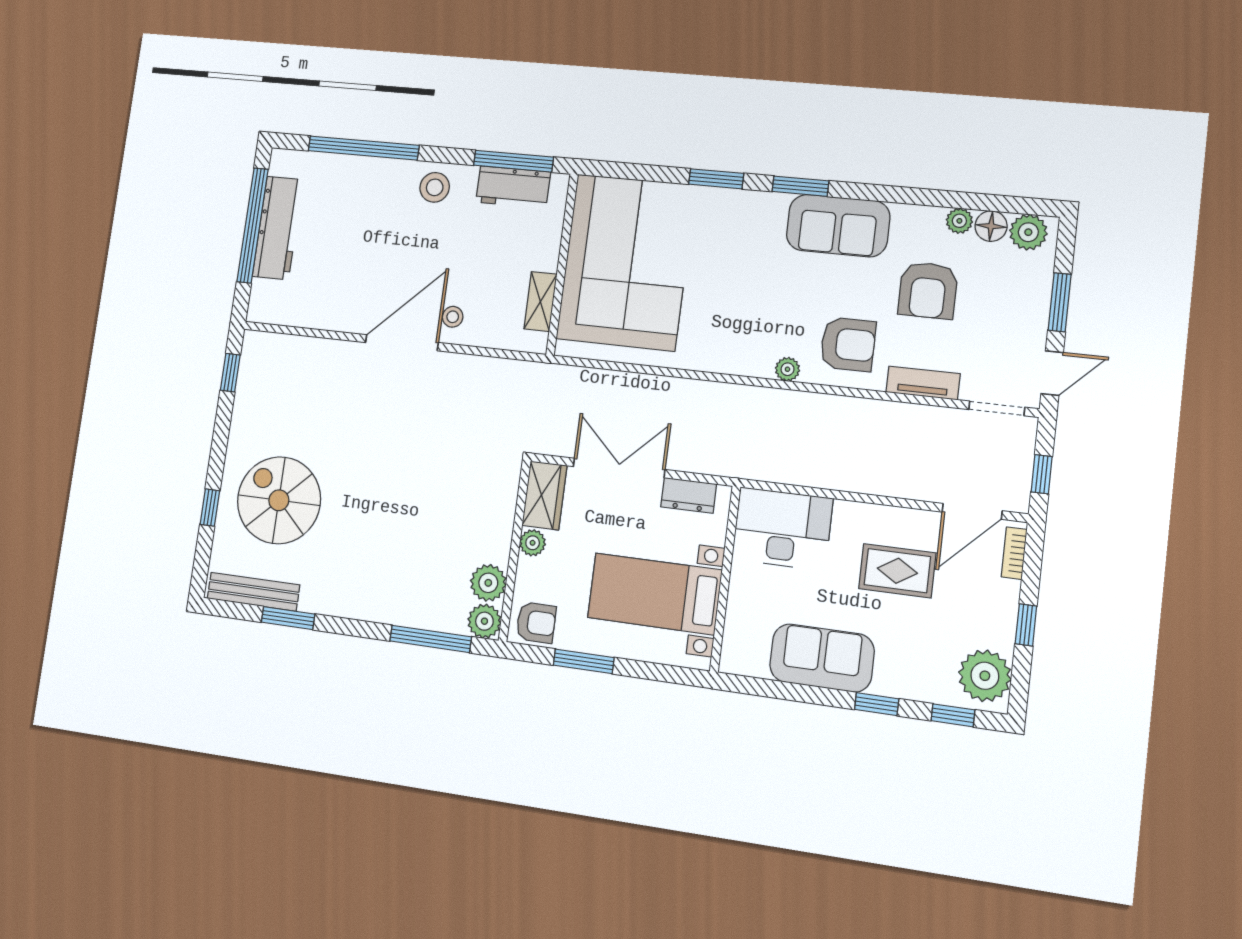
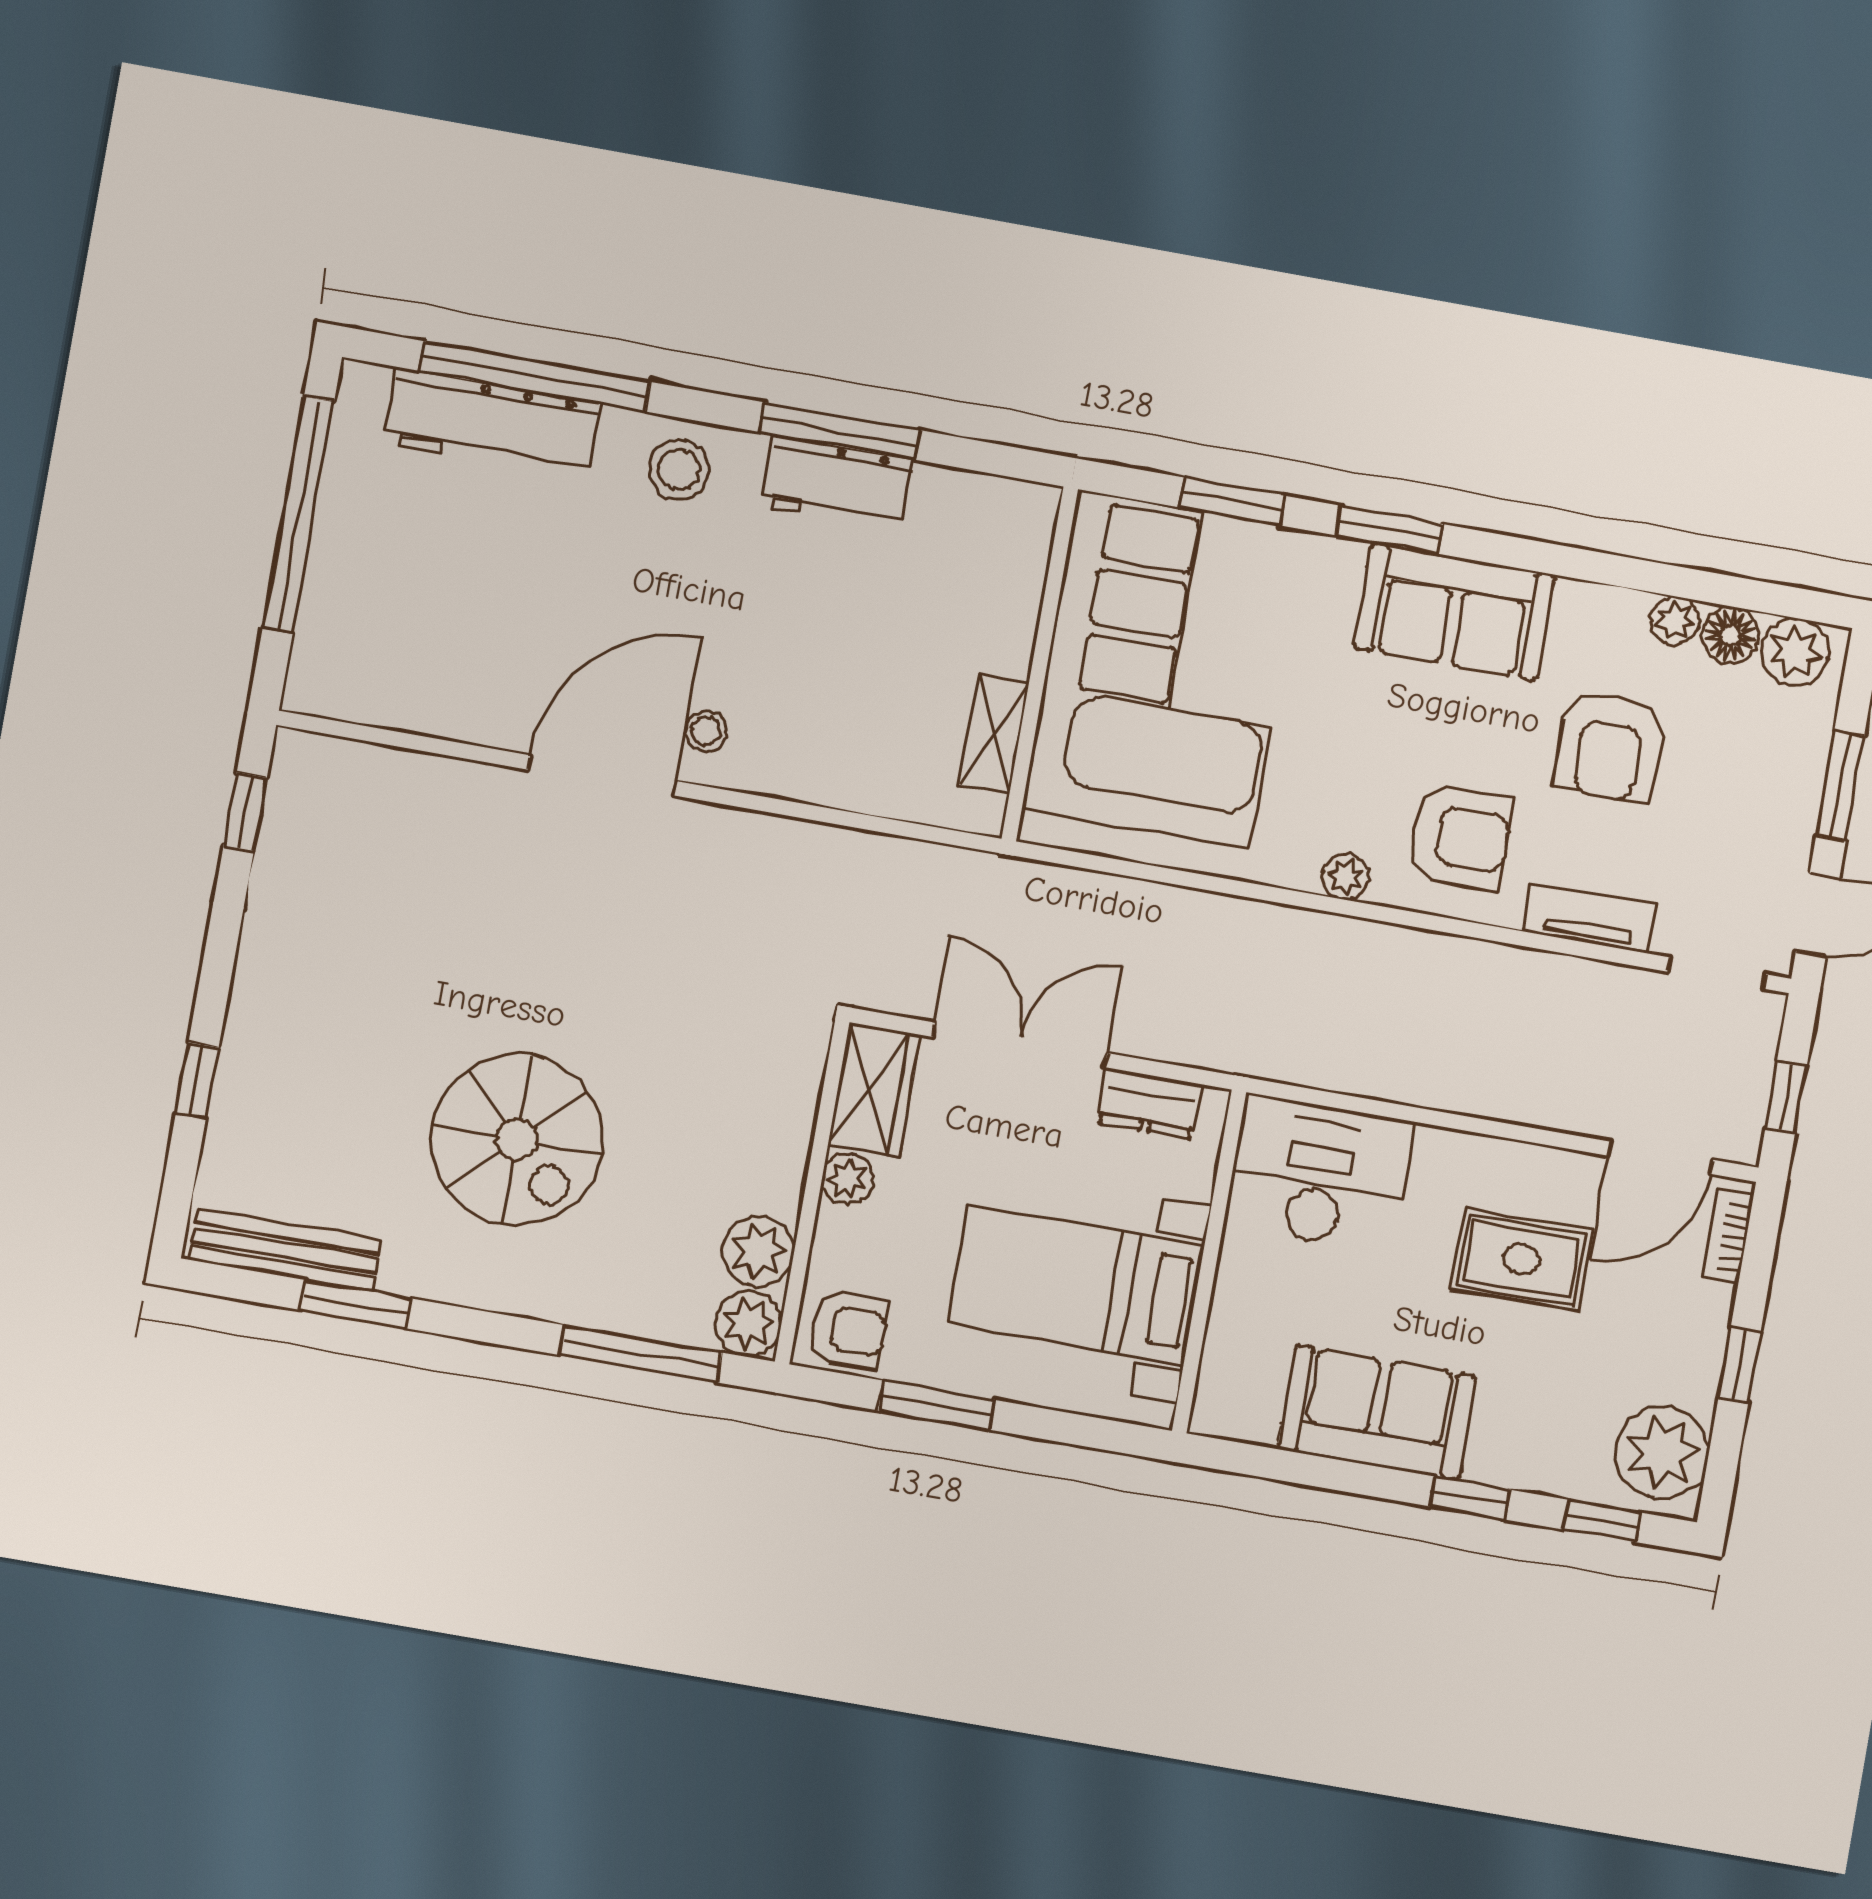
workbench: (278, 228) -> (492, 423), moved, turned 90
corner sofa: (626, 262) -> (1164, 669), moved
wall: (562, 264) -> (1040, 664), moved
shelving: (540, 301) -> (994, 734), moved
spiral stairs: (279, 500) -> (517, 1140), moved, turned 180

